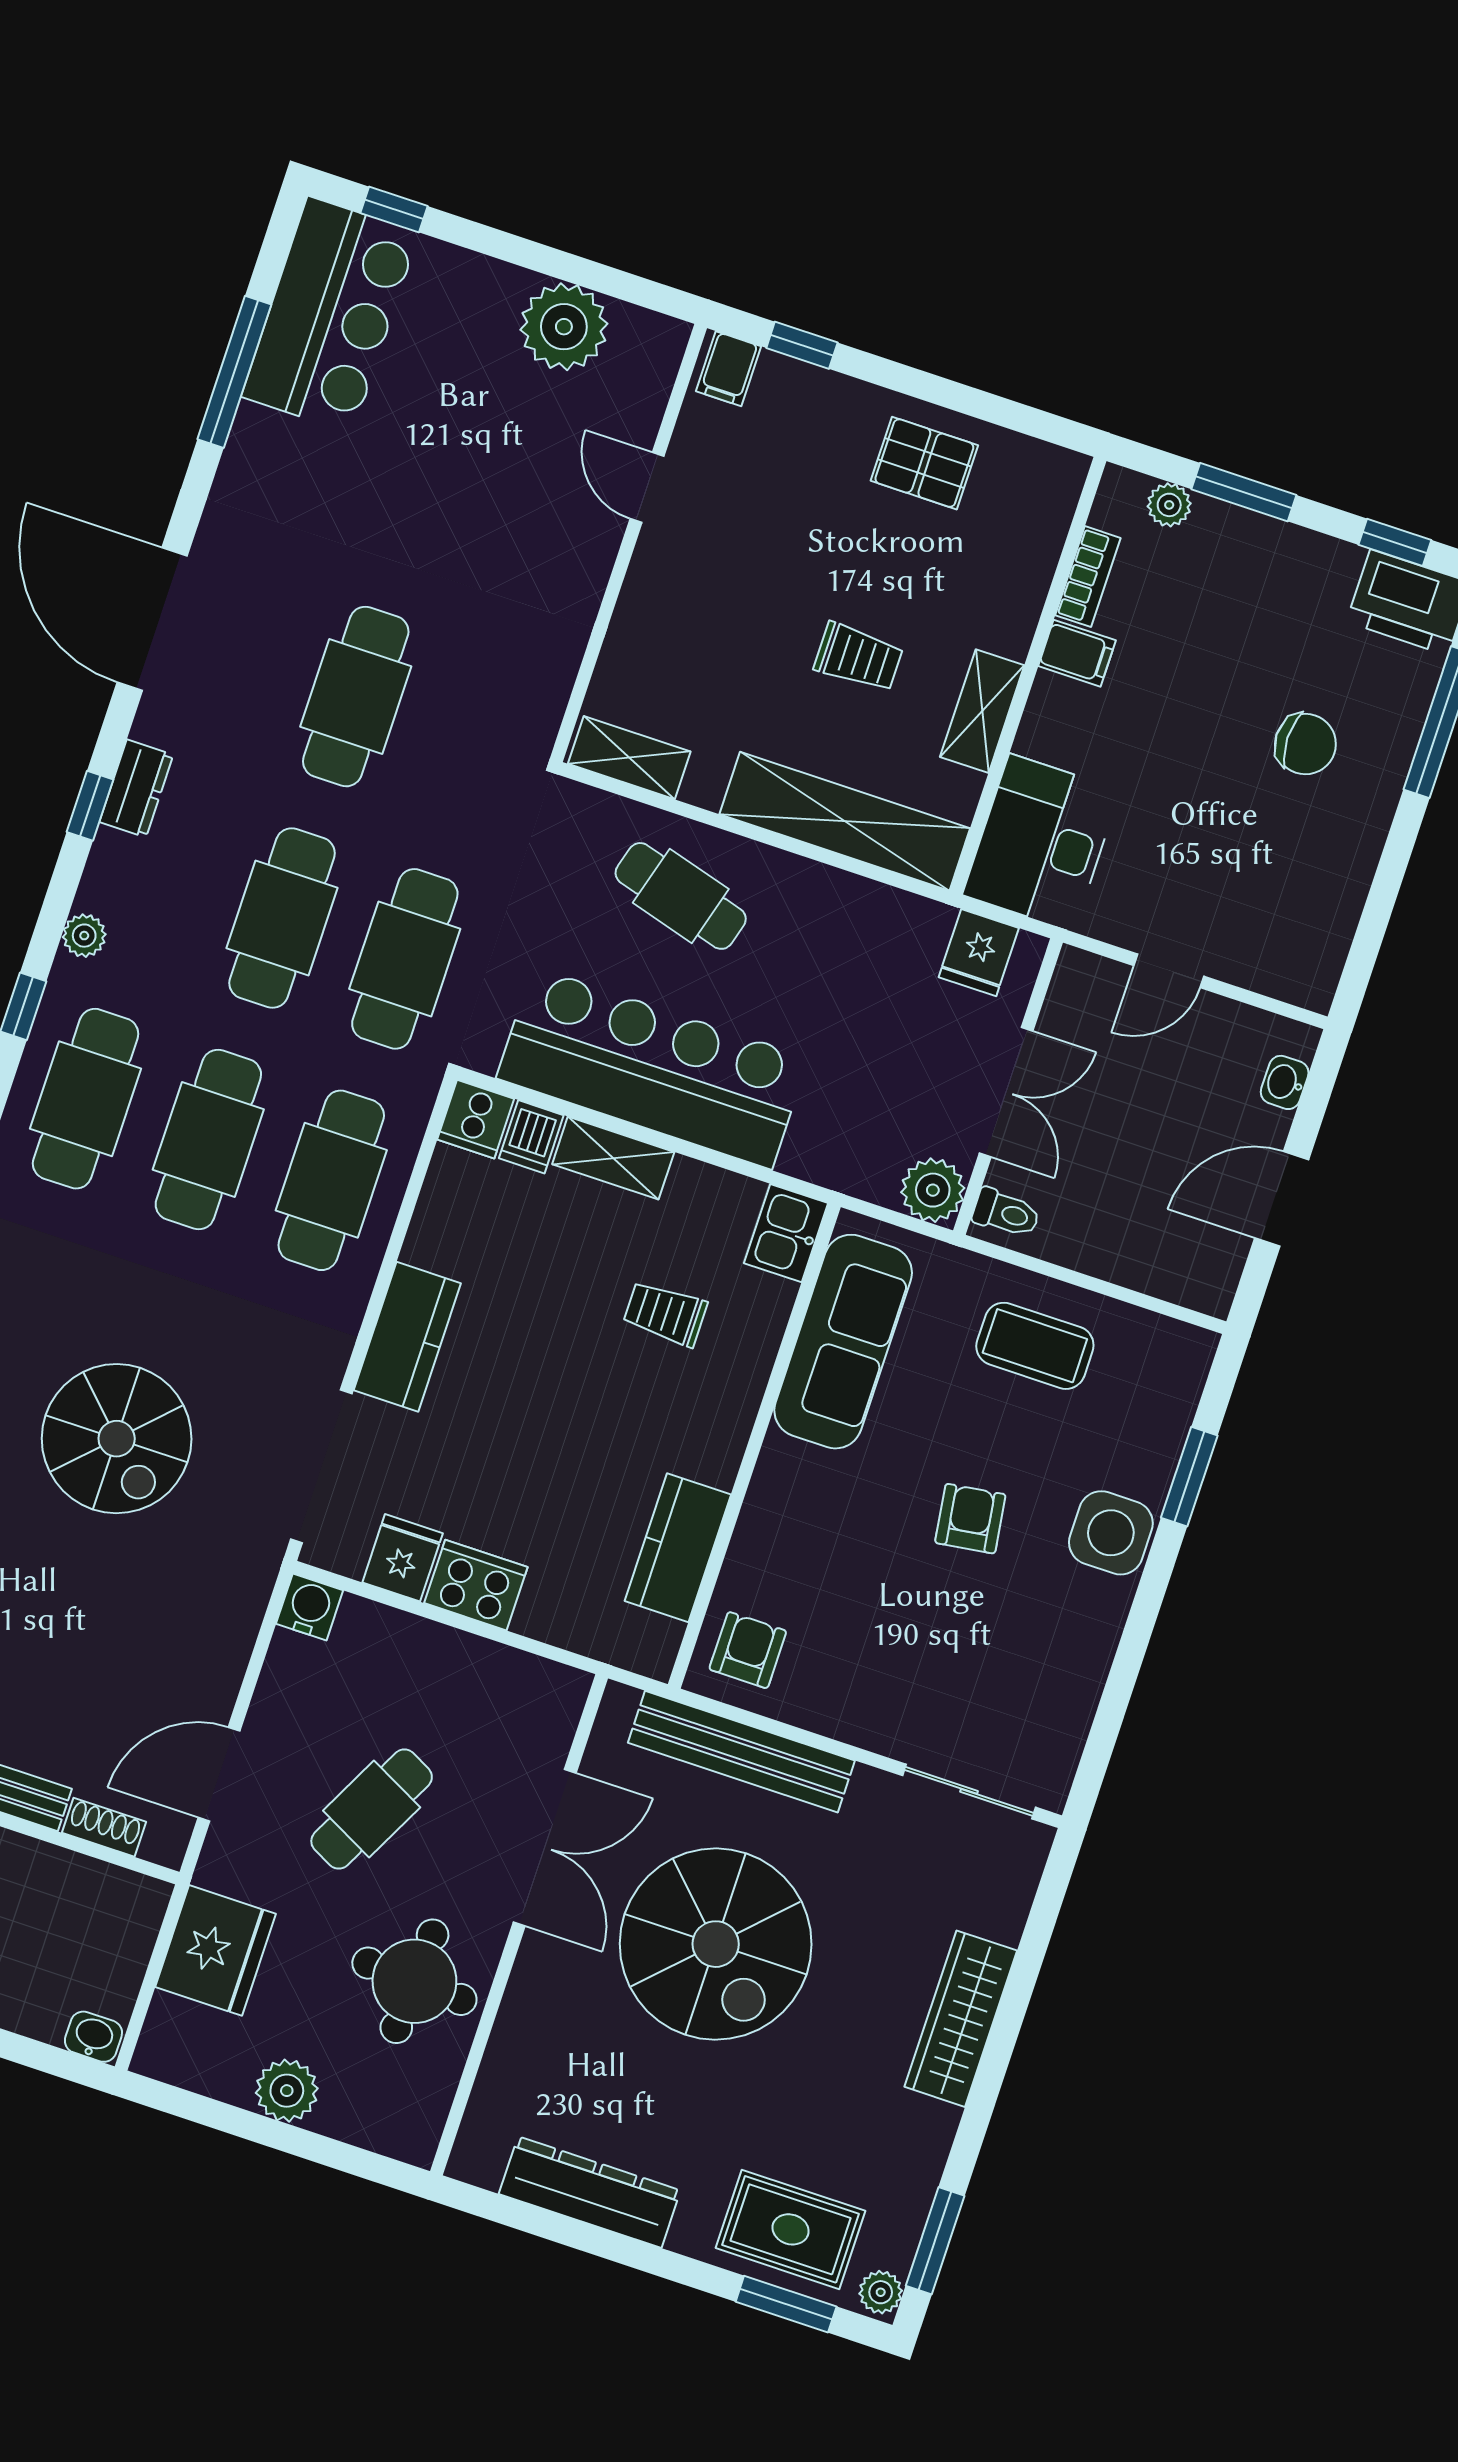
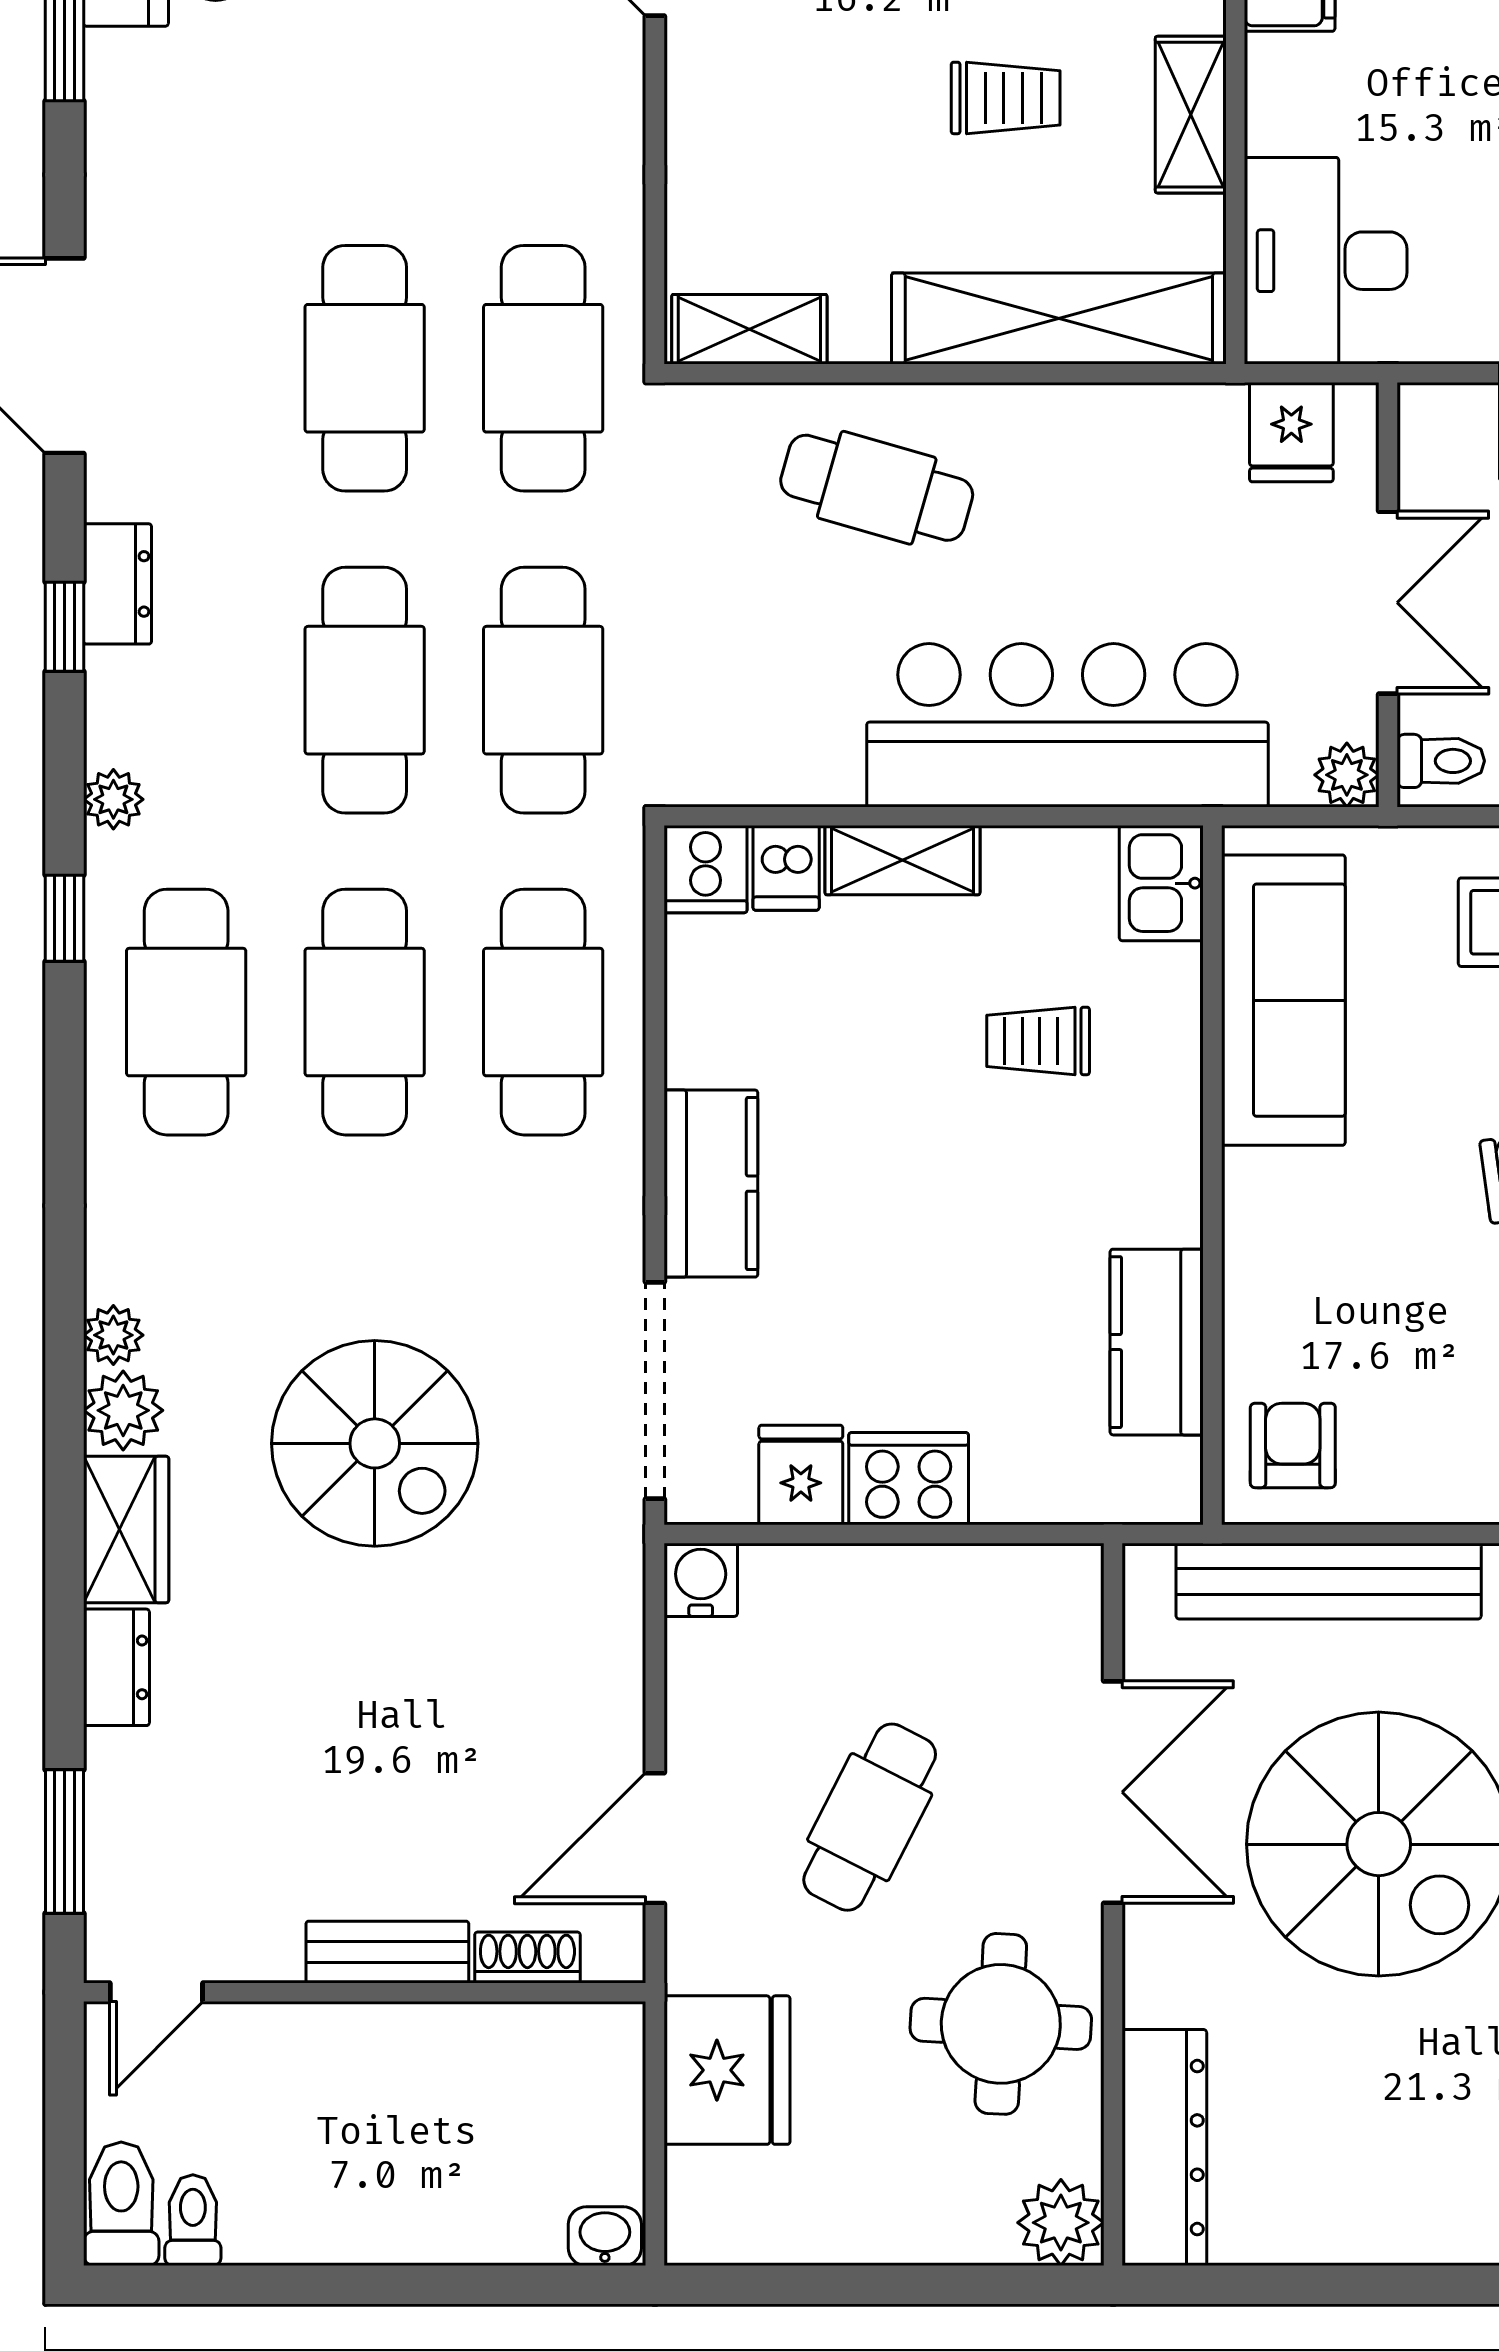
cafe table: (479, 737) -> (543, 368), added
bar counter: (652, 1068) -> (1067, 725), moved
plant: (933, 1190) -> (1347, 775), width x0.73, depth x0.73
plant: (287, 2091) -> (1061, 2223), moved
dresser: (590, 2192) -> (1164, 2148), moved, turned 90

